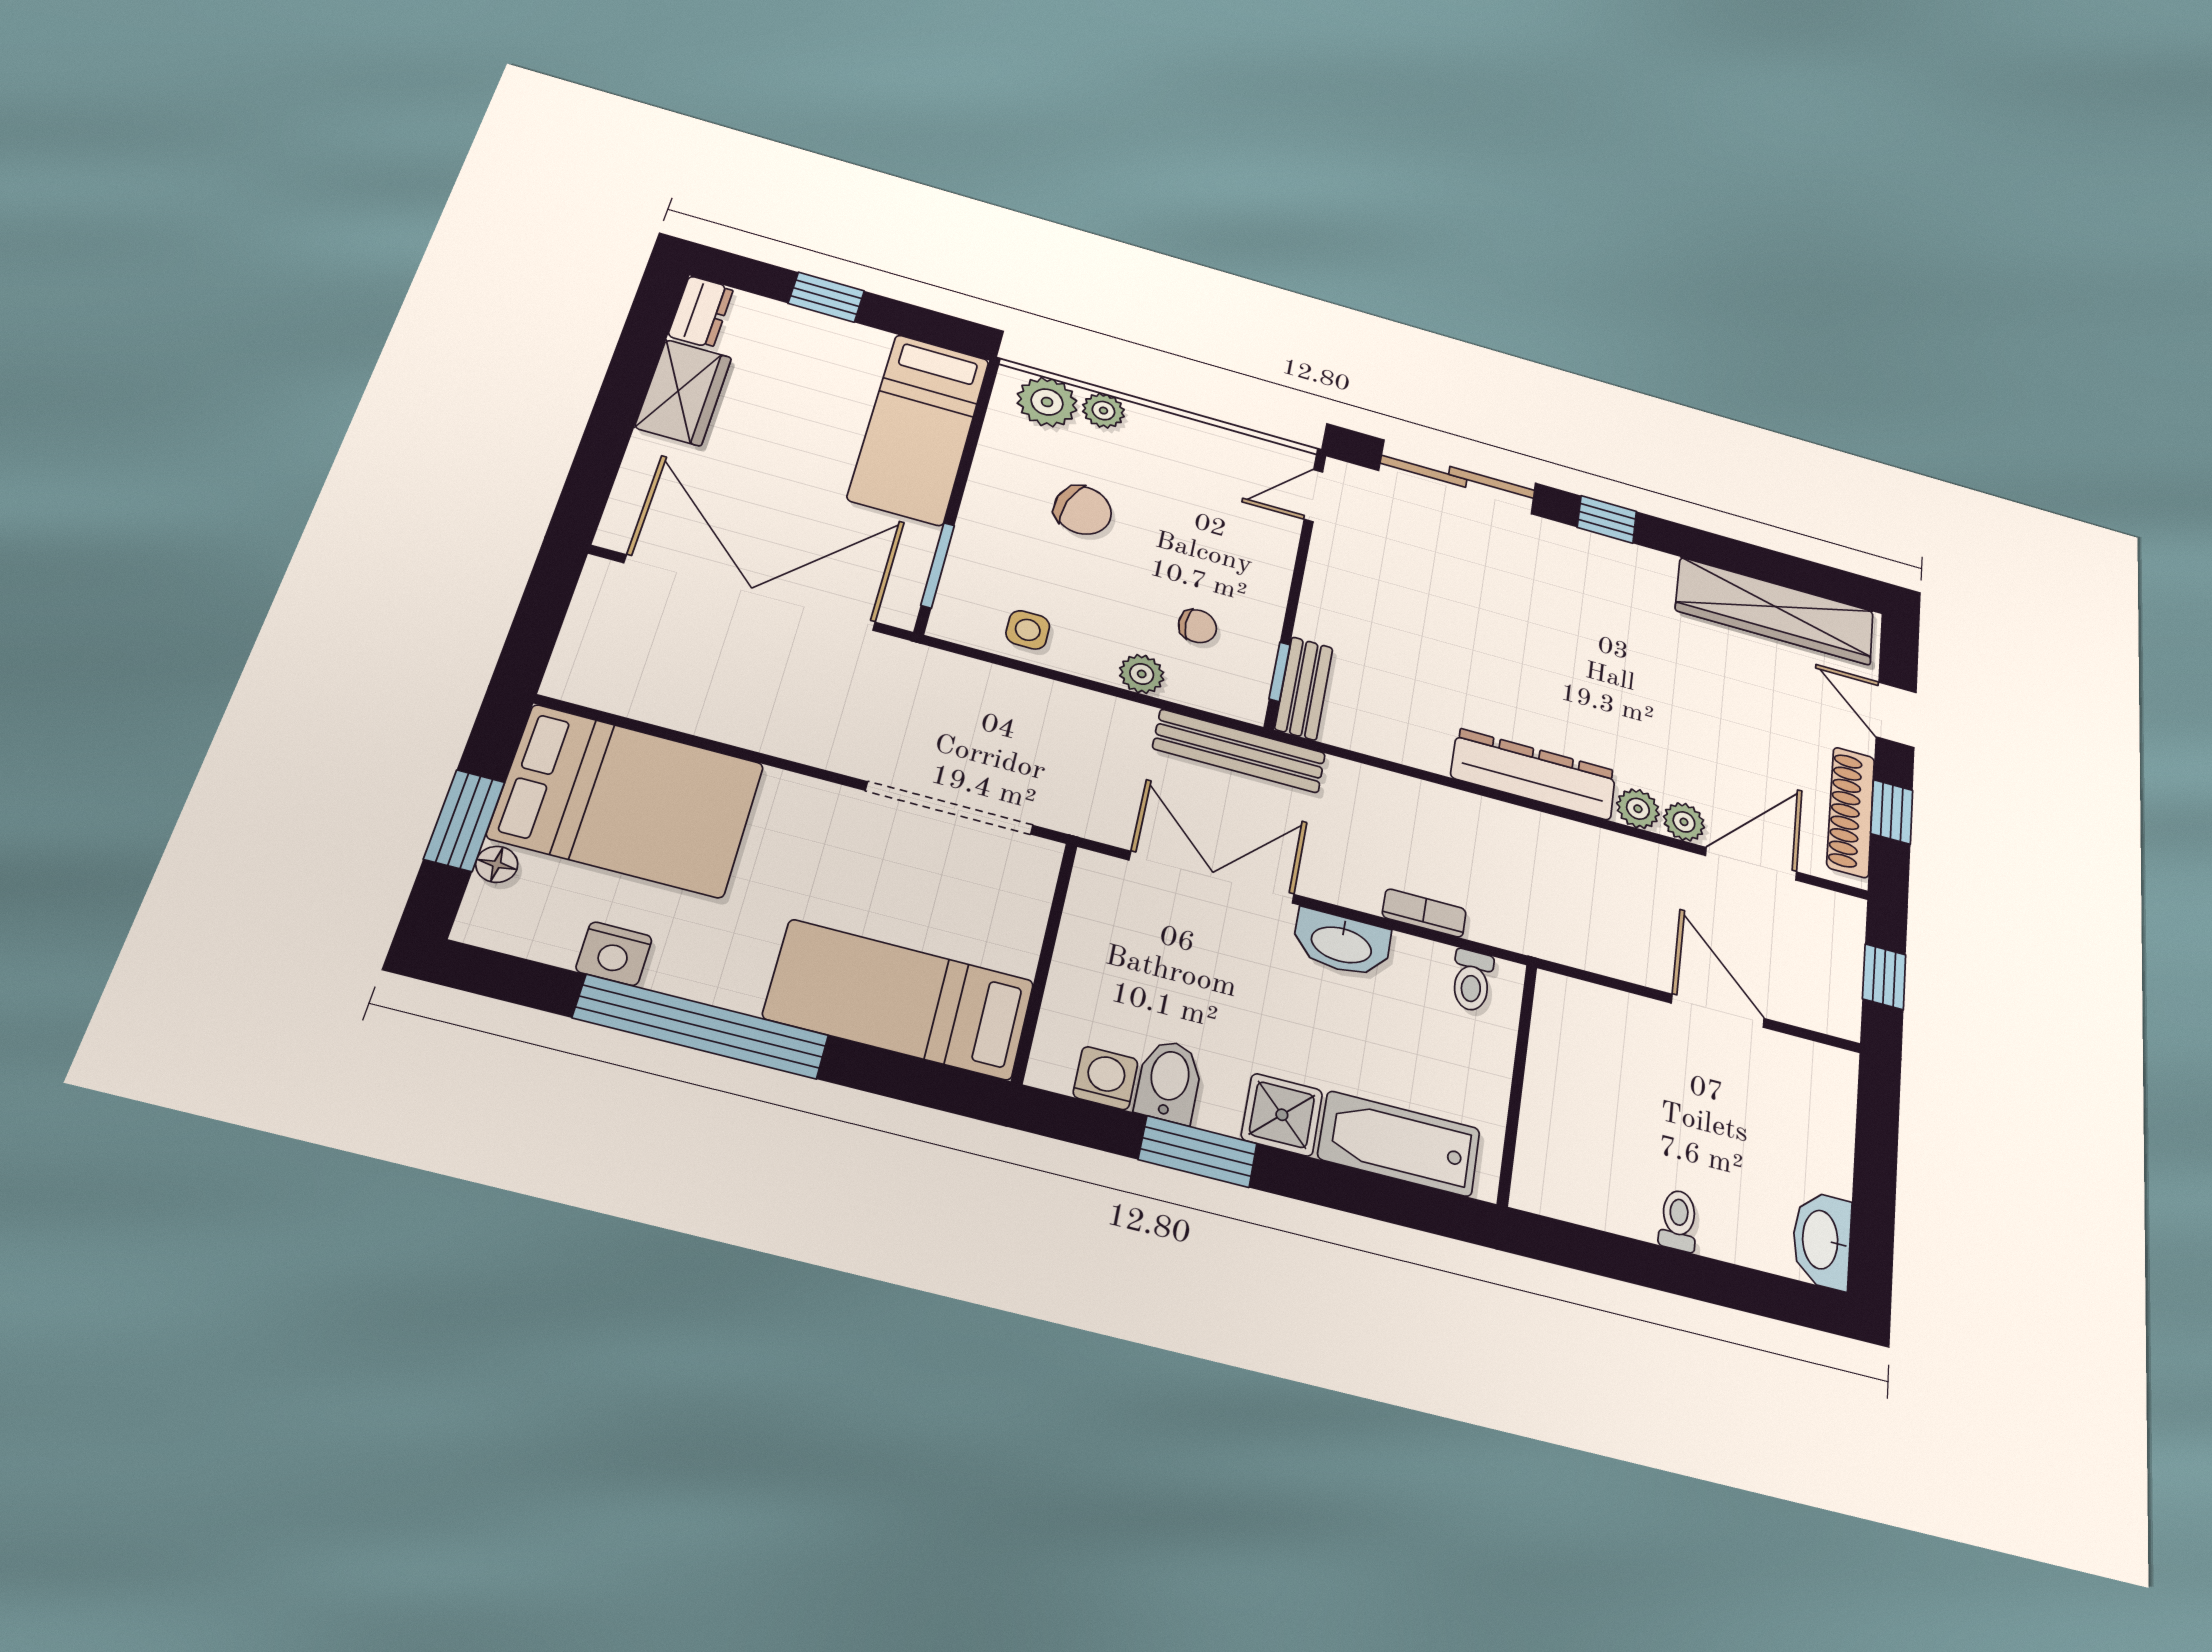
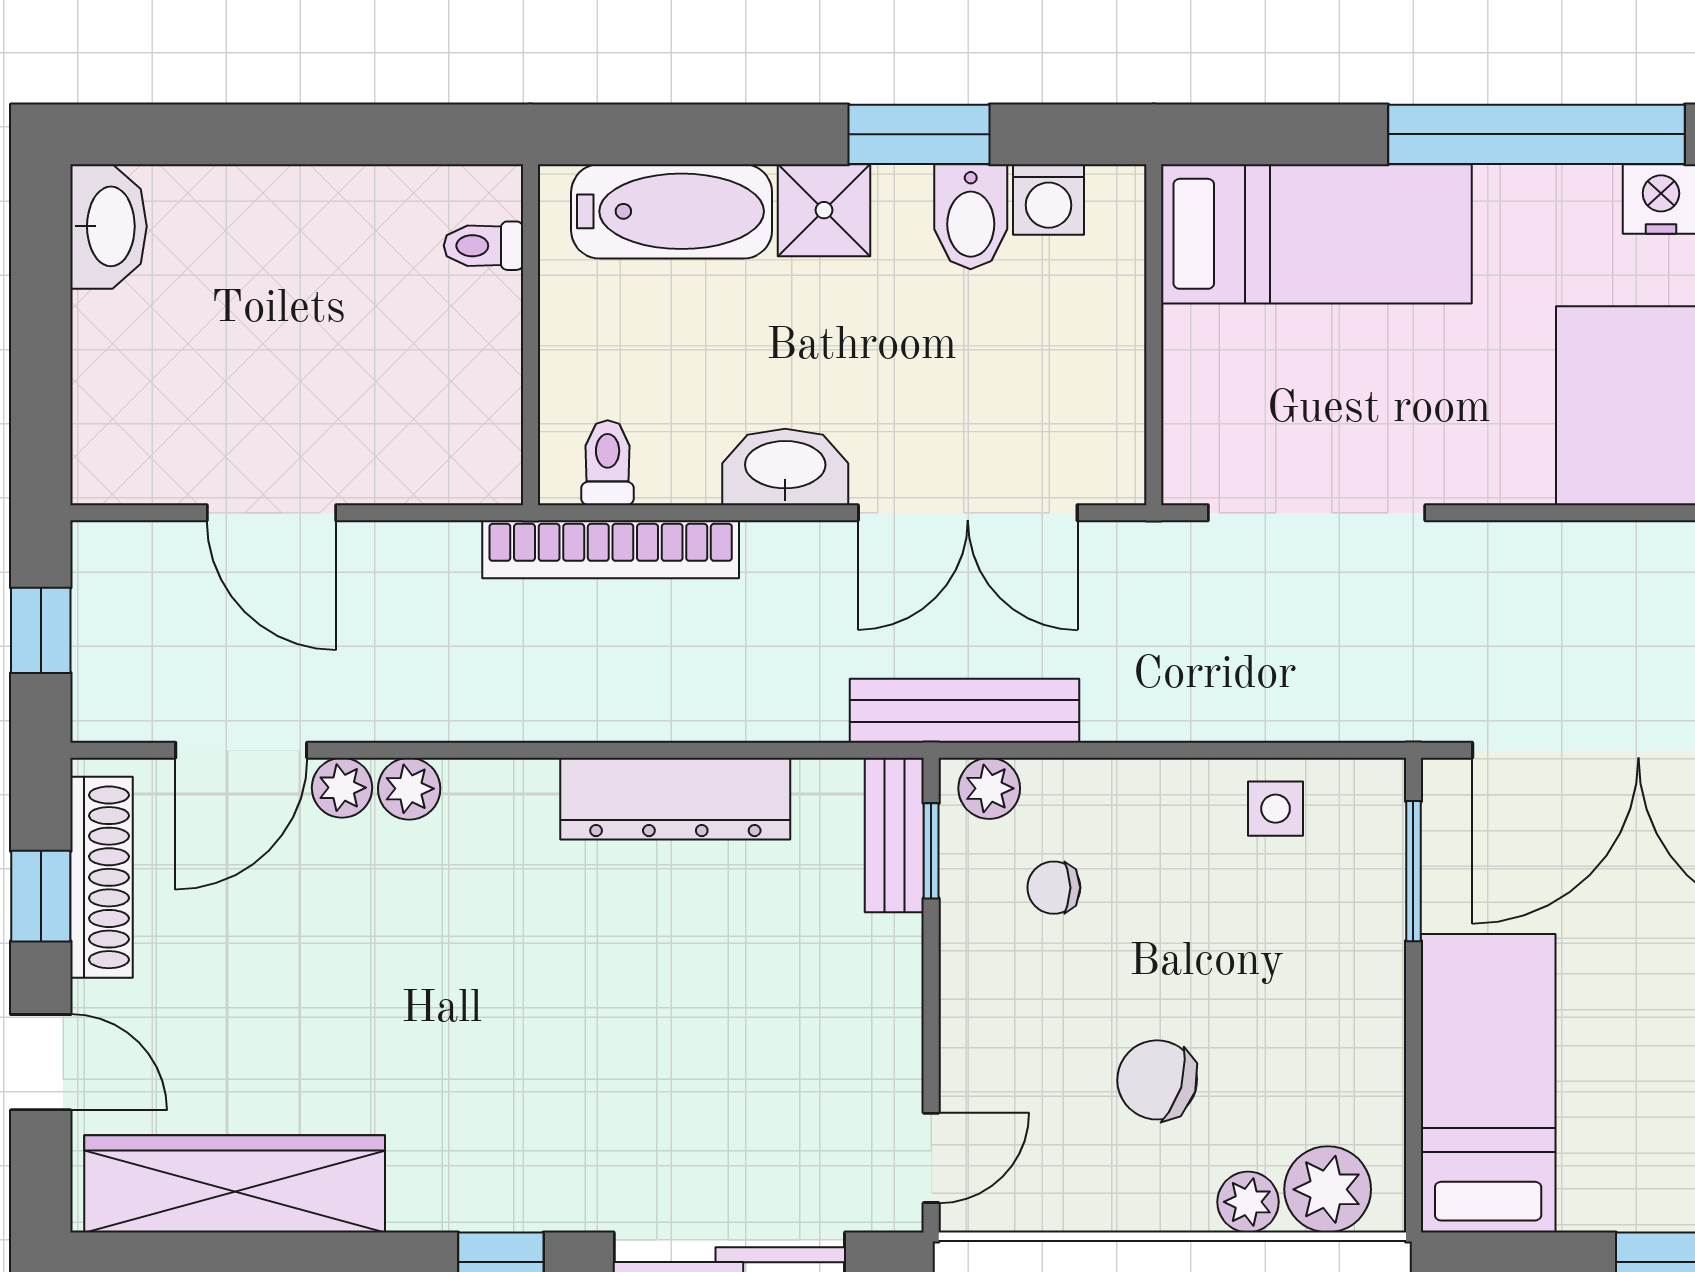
chair: (1083, 510) -> (1157, 1080), moved
plant: (1142, 674) -> (989, 788), moved
dresser: (1534, 774) -> (675, 799), moved
bookcase: (1424, 913) -> (611, 549), width x2.31, depth x1.31
toilet: (1678, 1220) -> (483, 246), moved, turned 90

